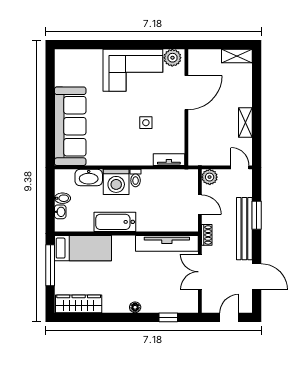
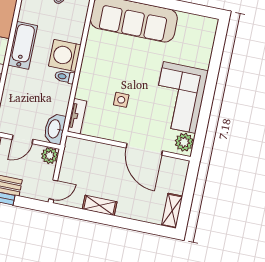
washbasin: (89, 178) -> (55, 129), moved

